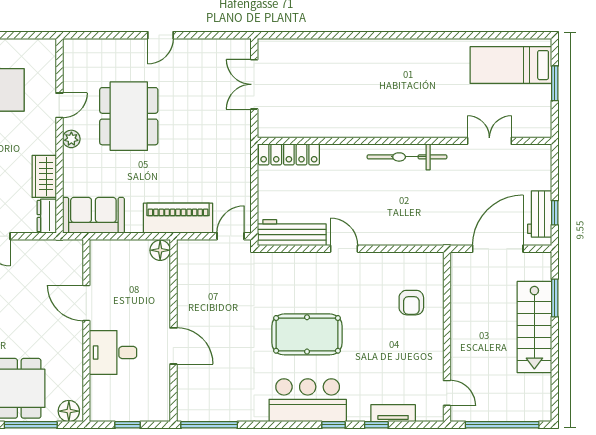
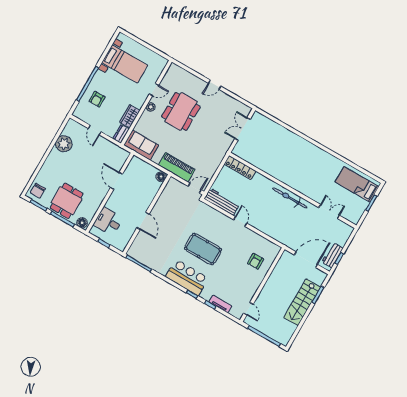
desk: (113, 352) -> (108, 221), moved

